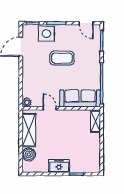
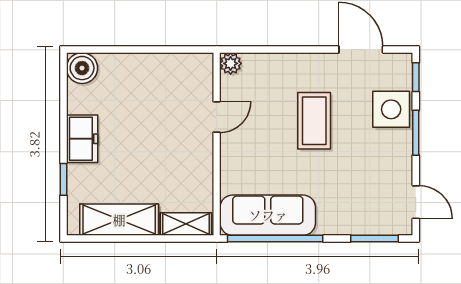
door: (86, 23) -> (416, 202), swing flipped
coffee table: (62, 58) -> (314, 121), moved
sofa: (80, 98) -> (268, 215), moved, turned -90
shelving: (29, 130) -> (119, 220), moved
boiler: (29, 154) -> (82, 68), moved

